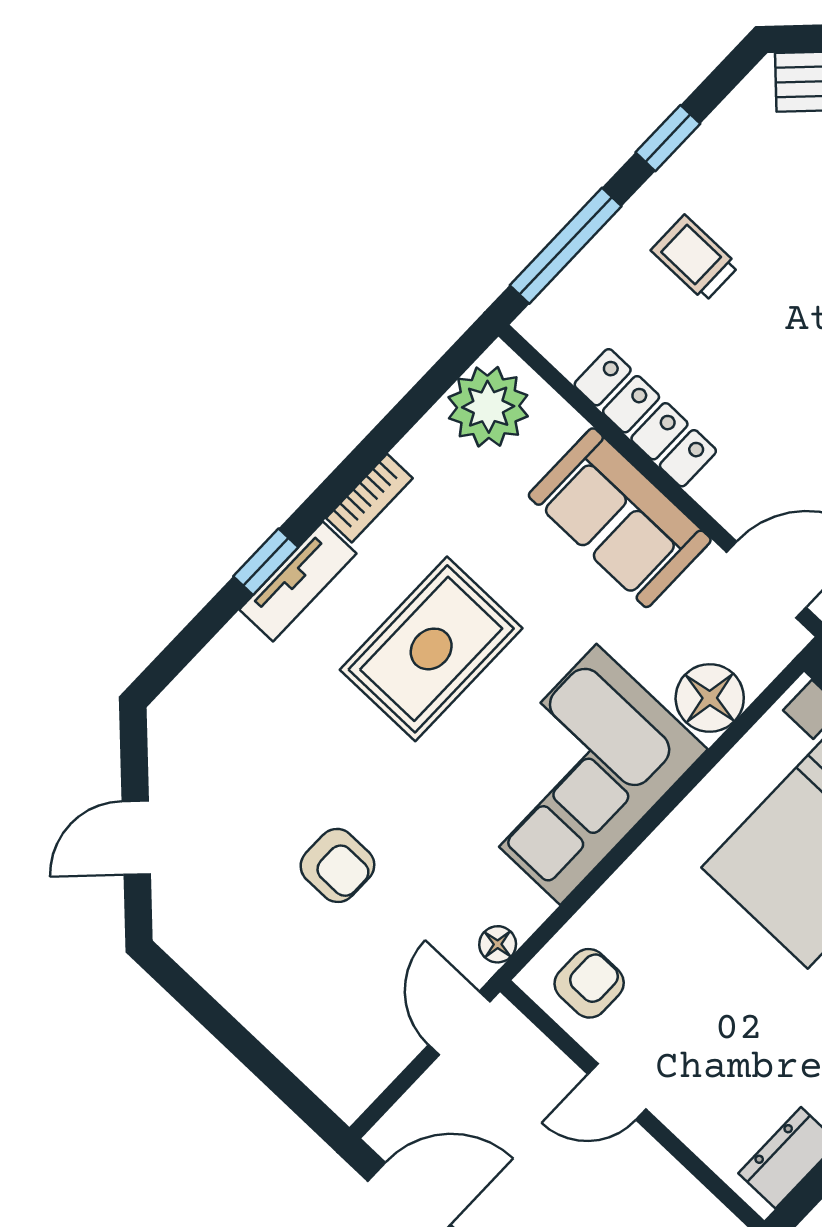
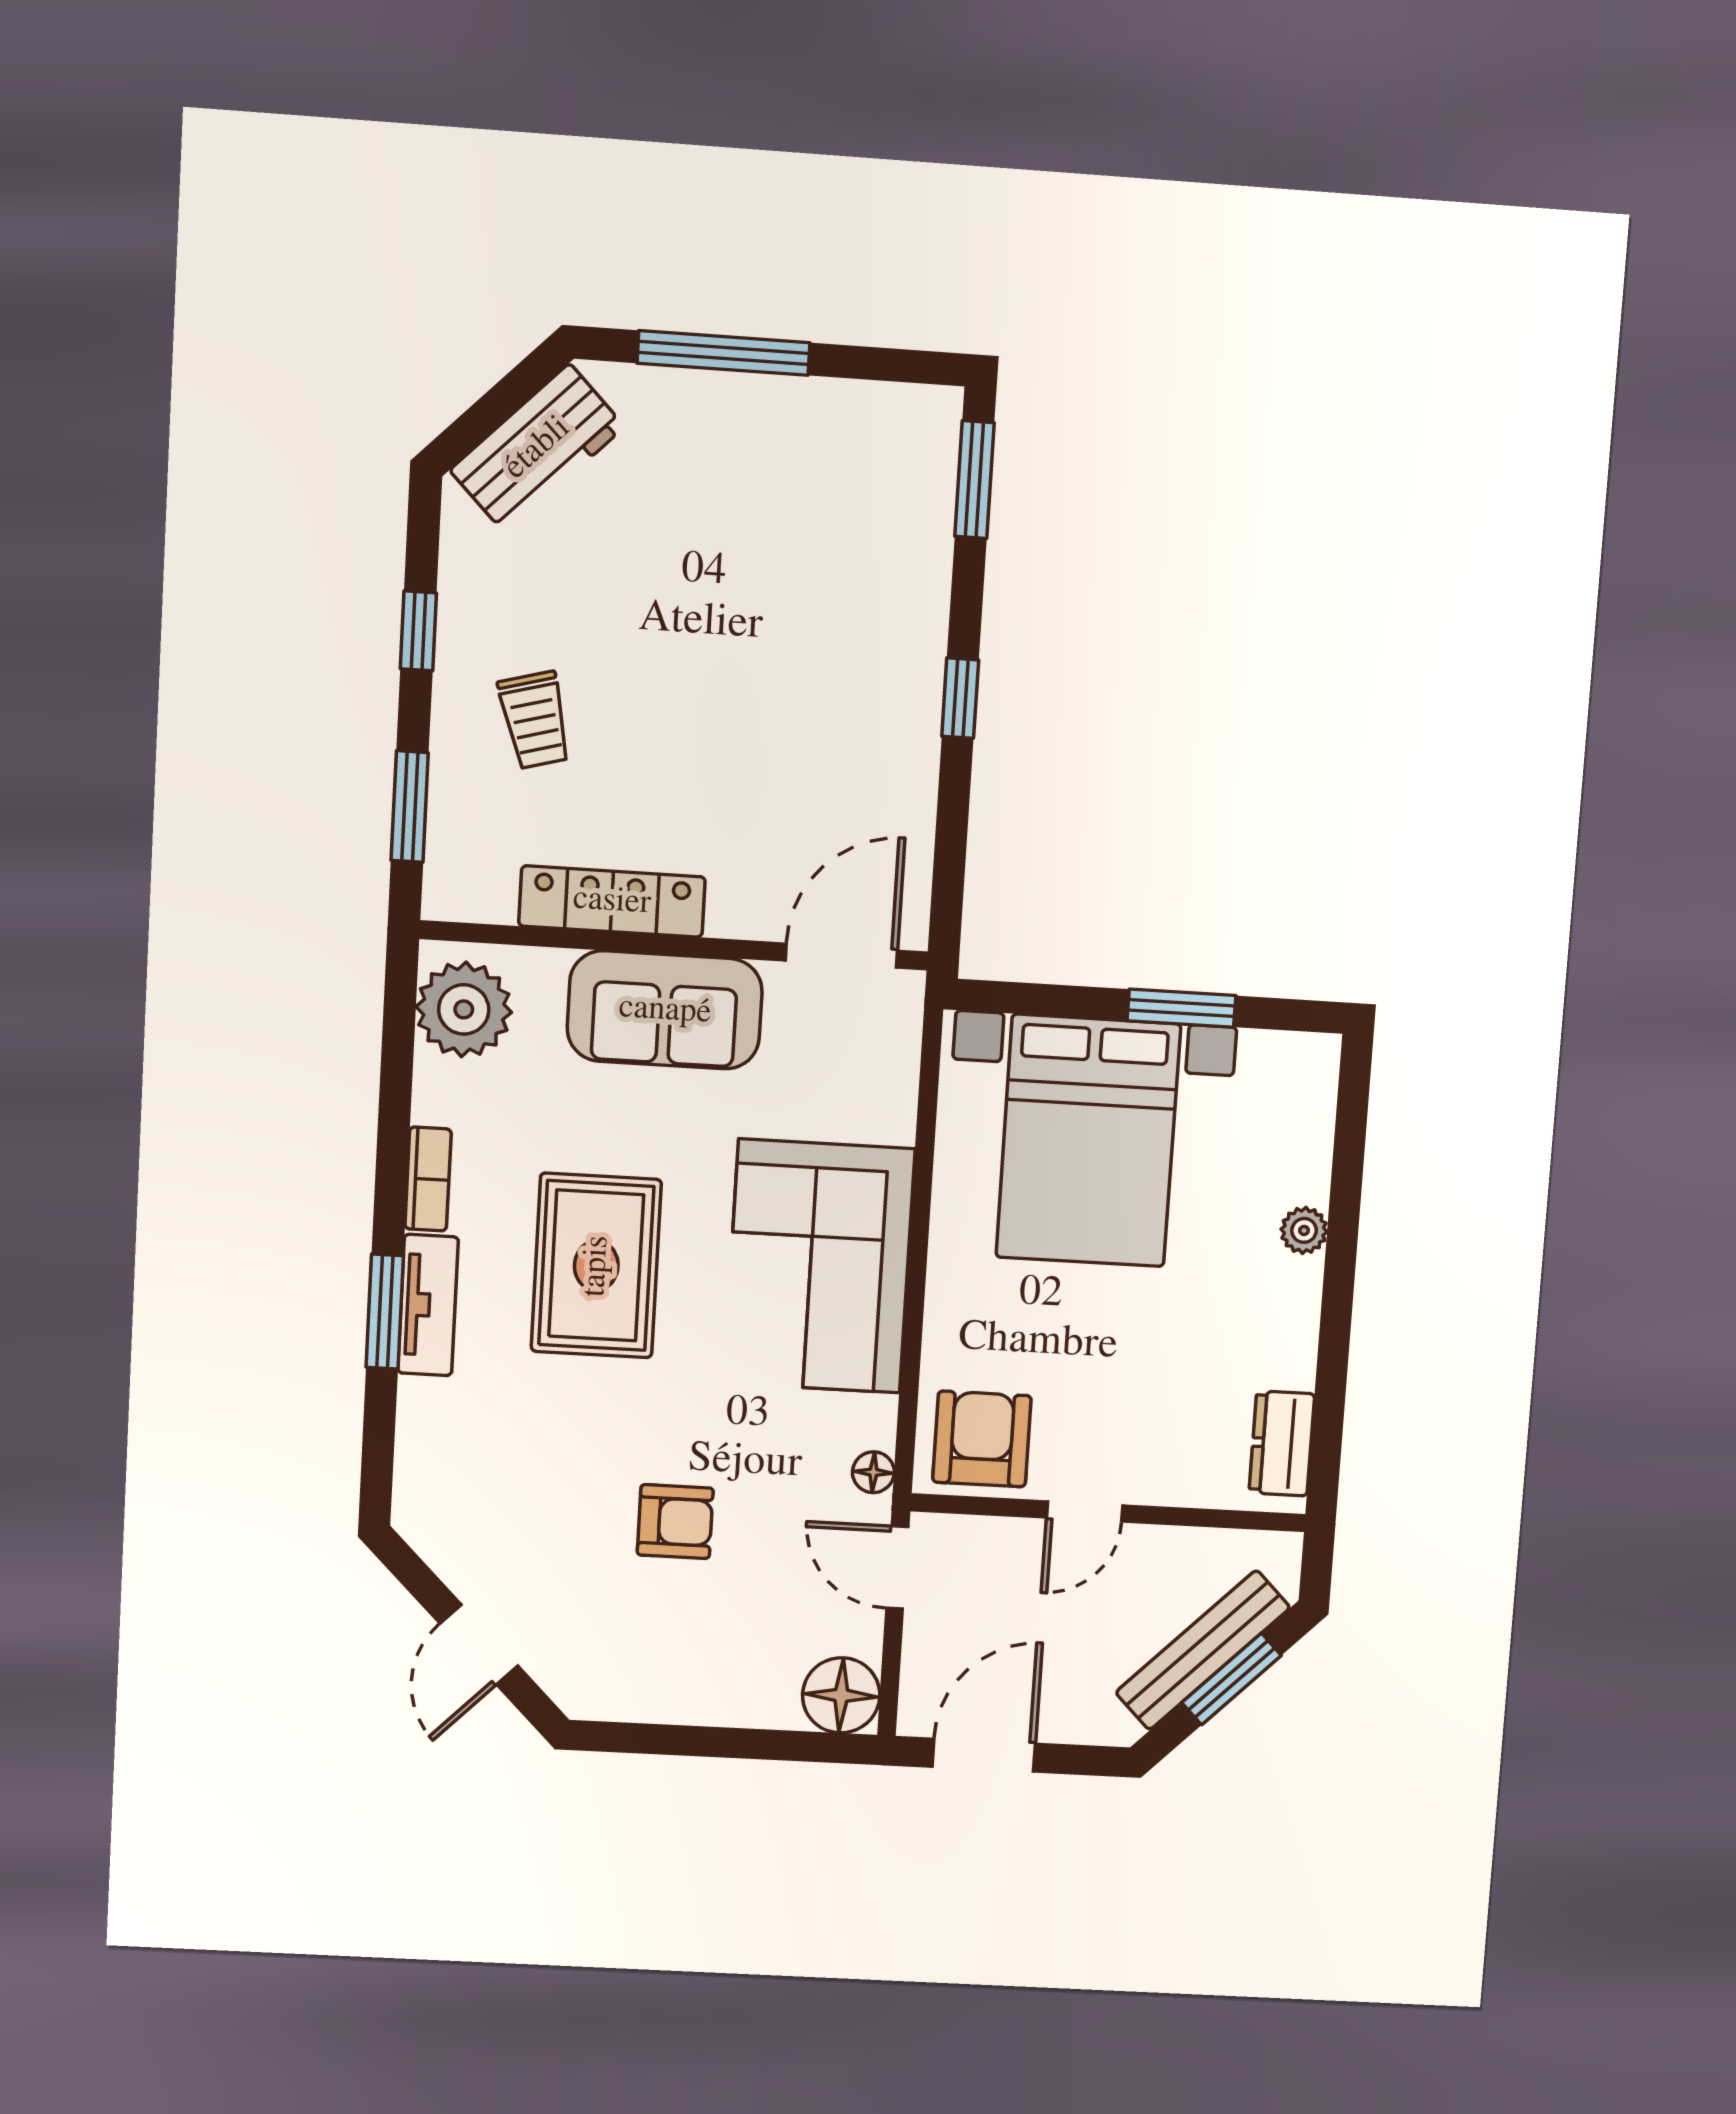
window: (566, 246) -> (410, 806), width x0.69
trolley: (695, 258) -> (535, 720), turned -105
window: (266, 562) -> (385, 1312), width x1.50
floor lamp: (710, 698) -> (841, 1695), moved
armchair: (589, 983) -> (982, 1439), width x1.38, depth x1.38

